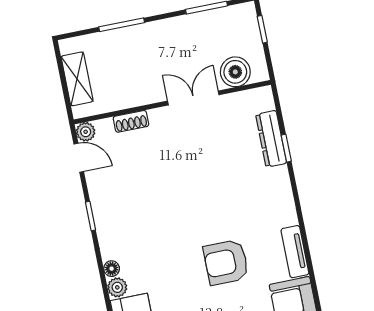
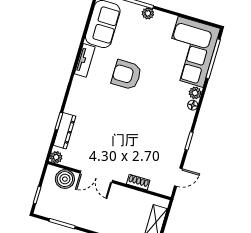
plant: (86, 132) -> (56, 157), moved
door: (79, 158) -> (178, 177), swing flipped
armchair: (226, 262) -> (126, 75), turned 180

